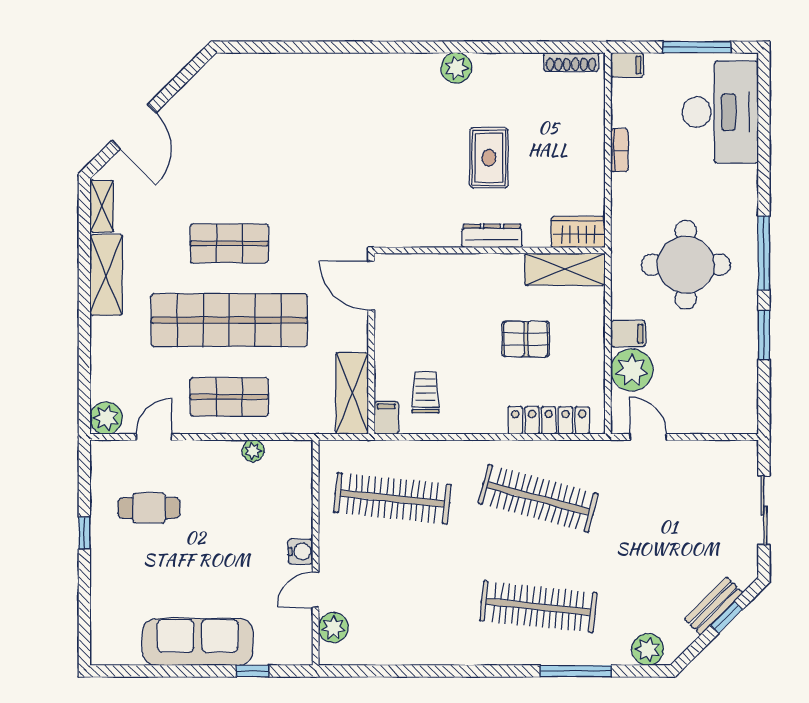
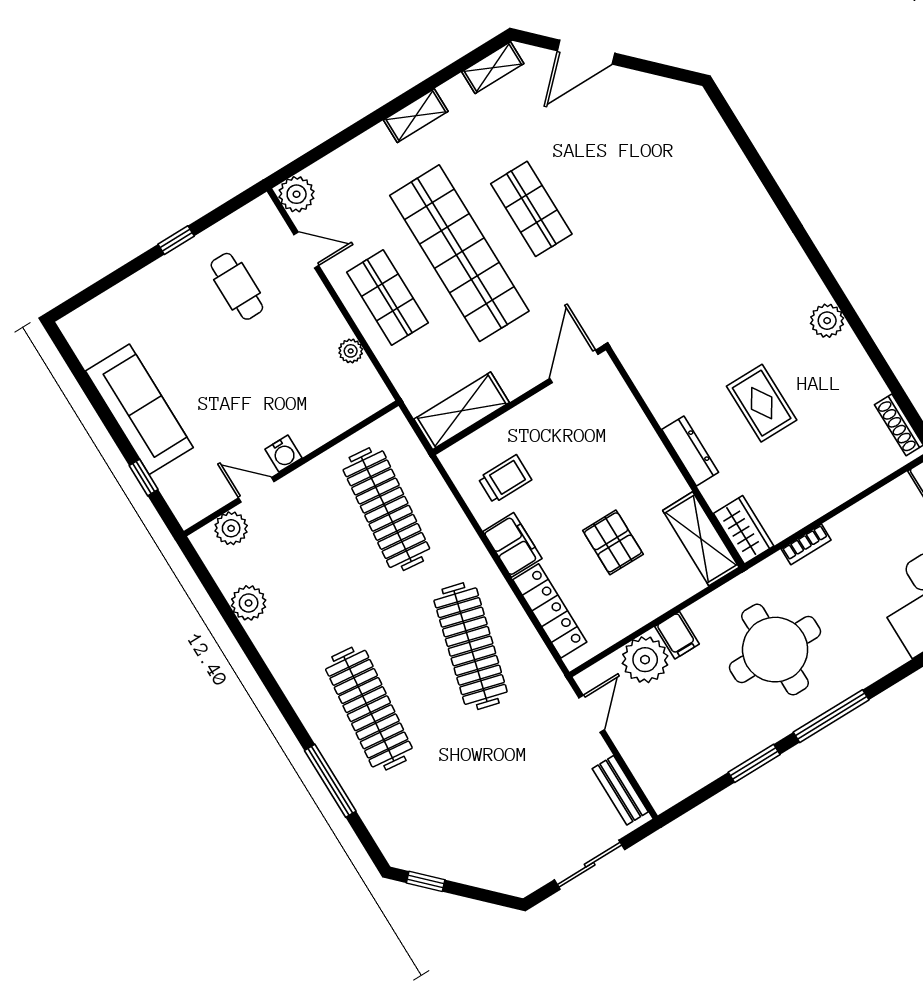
bookcase: (619, 150) -> (806, 544), moved
rug: (489, 158) -> (762, 403), turned 90
shelving: (106, 275) -> (416, 116), width x0.67, depth x0.75
filing cabinet: (386, 418) -> (513, 545), moved, width x2.00
bench: (714, 606) -> (620, 790), moved, turned 45
window: (727, 617) -> (426, 881), moved
plant: (648, 650) -> (249, 603), moved

